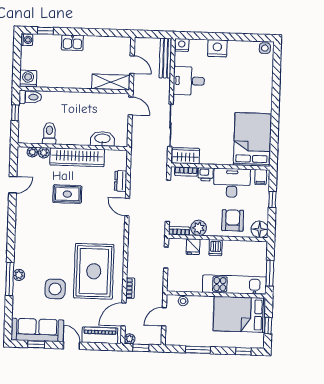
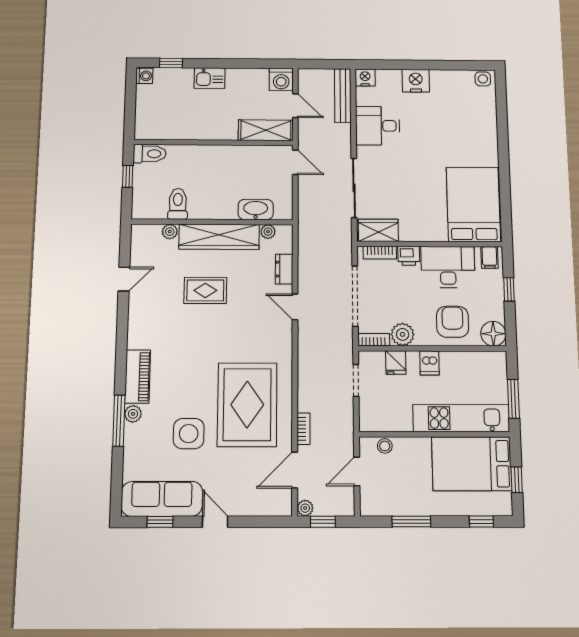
washing machine: (28, 79) -> (281, 79), moved, turned 180
plant: (32, 152) -> (268, 232), moved
piano: (100, 335) -> (138, 377), moved, turned 90

